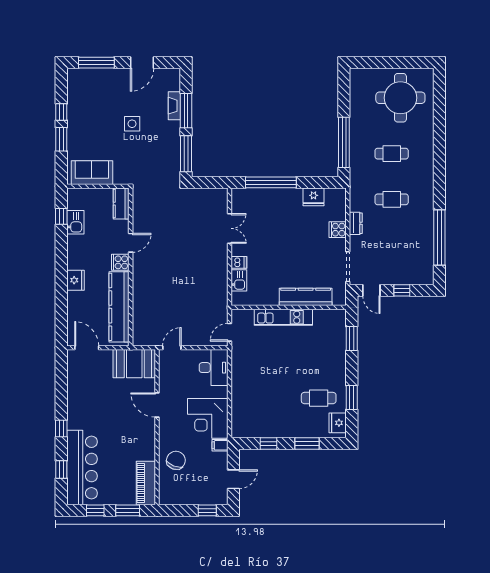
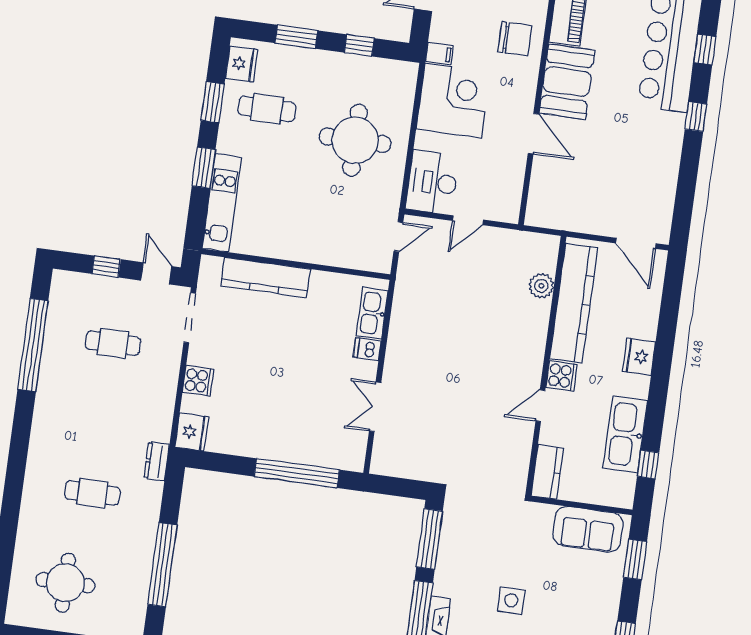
round table: (400, 98) -> (65, 583), width x0.73, depth x0.73
window: (61, 139) -> (635, 559), moved
window: (344, 142) -> (162, 565), moved
fridge: (314, 197) -> (192, 432), moved, turned 90
cafe table: (392, 199) -> (113, 343), moved
kitchen sink: (75, 222) -> (625, 434), width x1.88, depth x1.24
dresser: (356, 223) -> (157, 461), moved
kitchen sink: (239, 280) -> (372, 313), width x1.38
plant: (140, 315) -> (541, 286), added
kitchen unit: (283, 317) -> (222, 203), moved, turned 90
window: (352, 338) -> (204, 168), moved
door: (172, 348) -> (468, 220), moved
booth: (134, 364) -> (567, 82), moved, turned 90
round table: (263, 386) -> (355, 140), added
chair: (176, 460) -> (515, 39), turned -112

